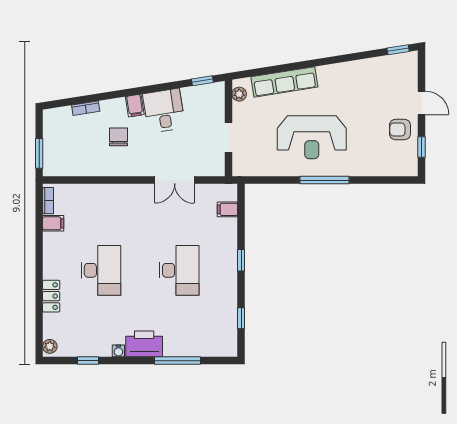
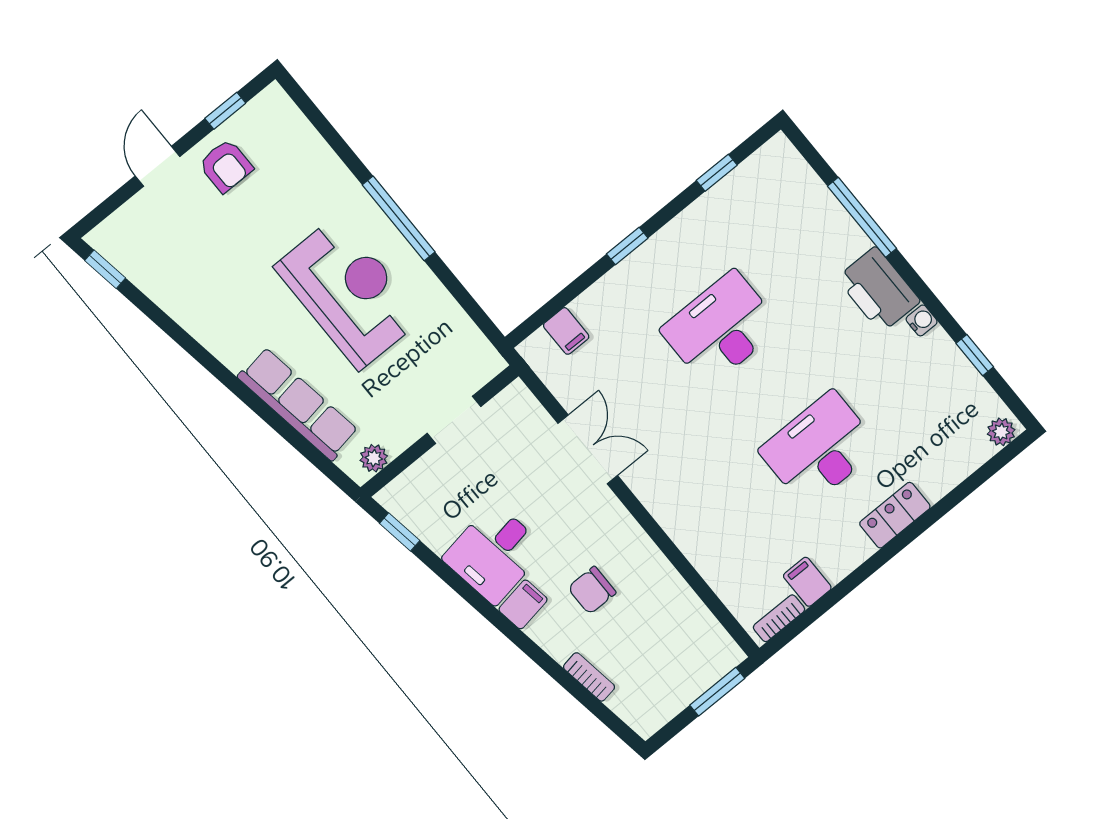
locker: (51, 296) -> (895, 515), moved

